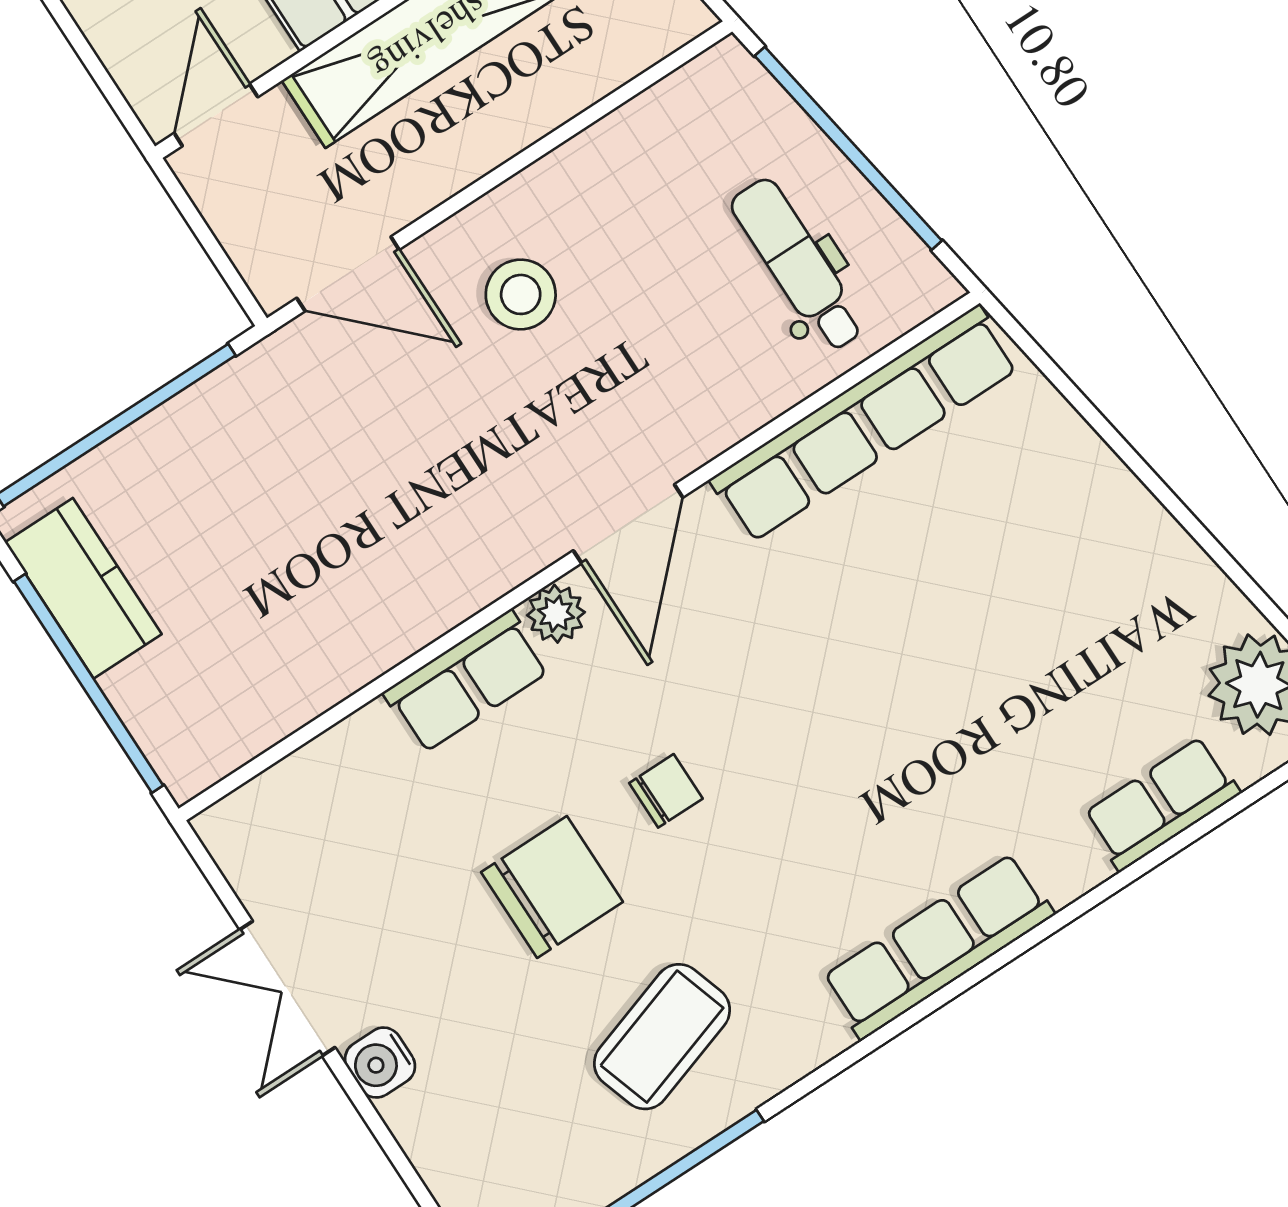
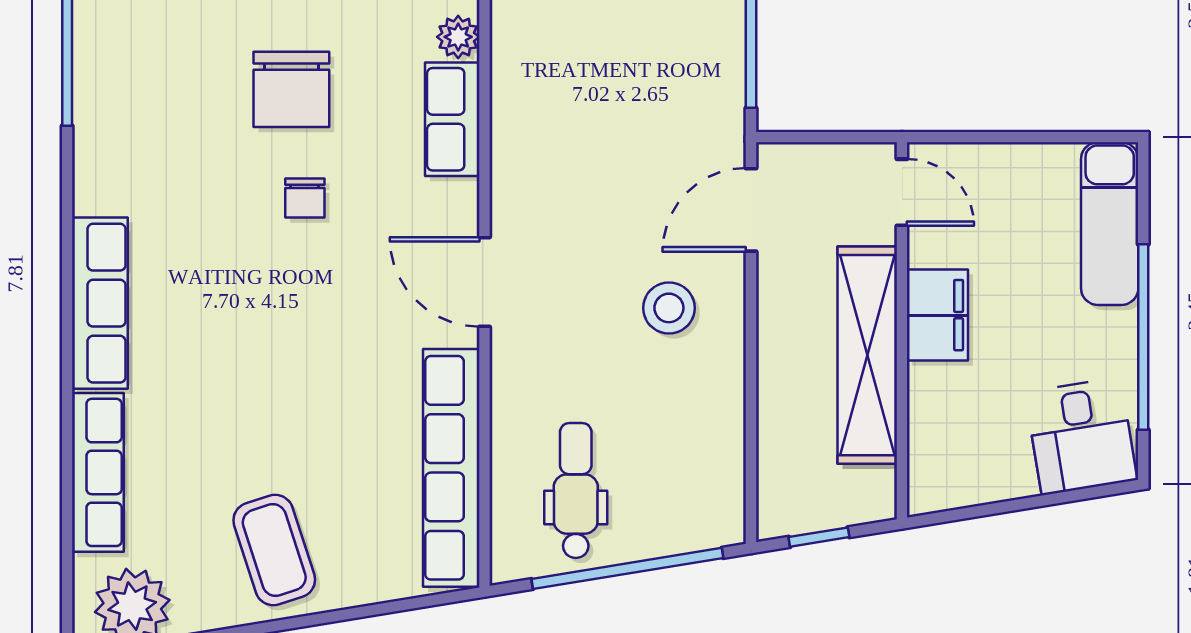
dental chair: (798, 265) -> (576, 491), turned -90
plant: (556, 614) -> (458, 37), moved
row of seats: (1162, 804) -> (98, 472), width x1.48
coffee table: (662, 1037) -> (274, 550), moved

